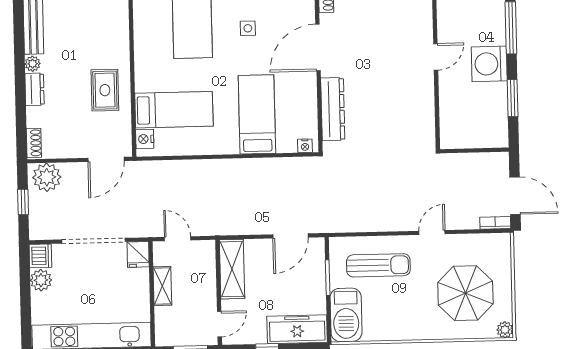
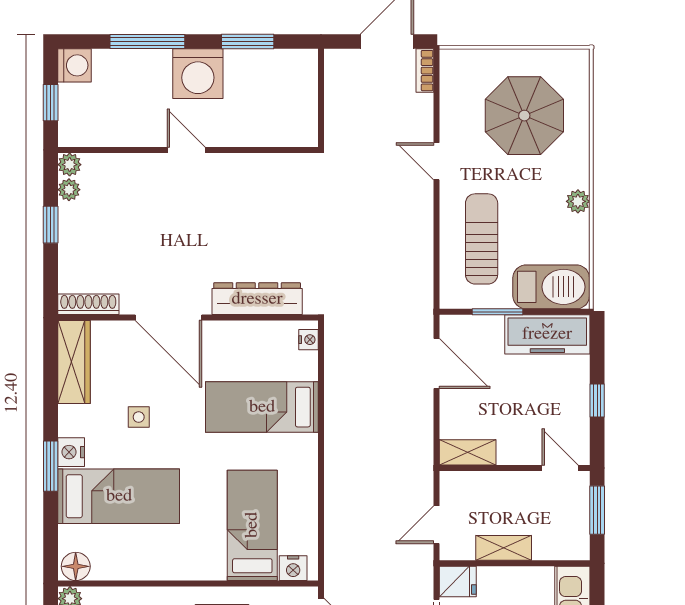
shelving: (232, 269) -> (468, 452), width x0.67, depth x0.75
freezer: (297, 329) -> (547, 334), moved, turned -90
plant: (505, 330) -> (578, 201), moved

